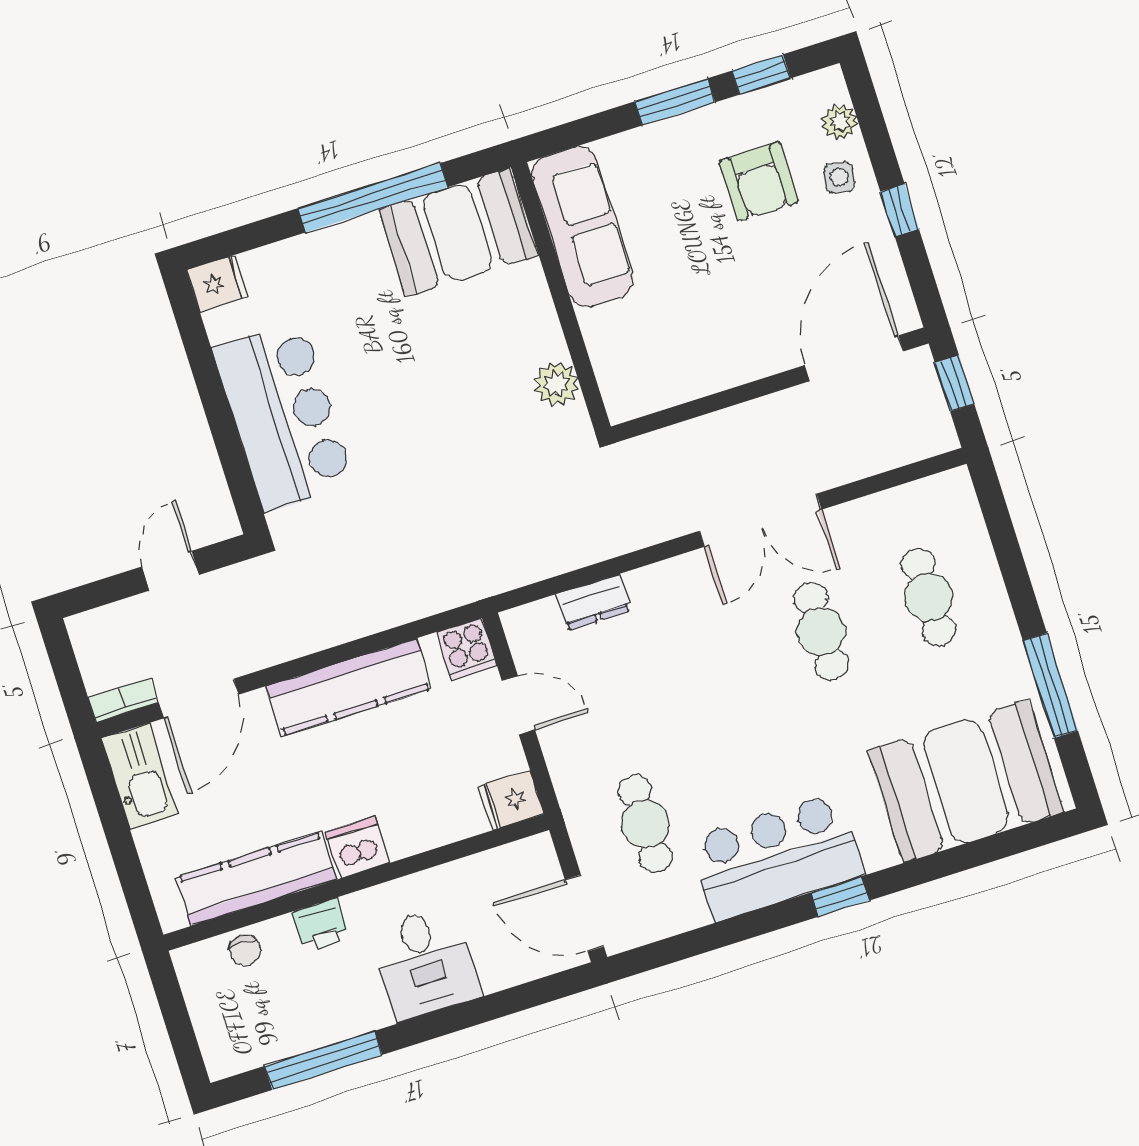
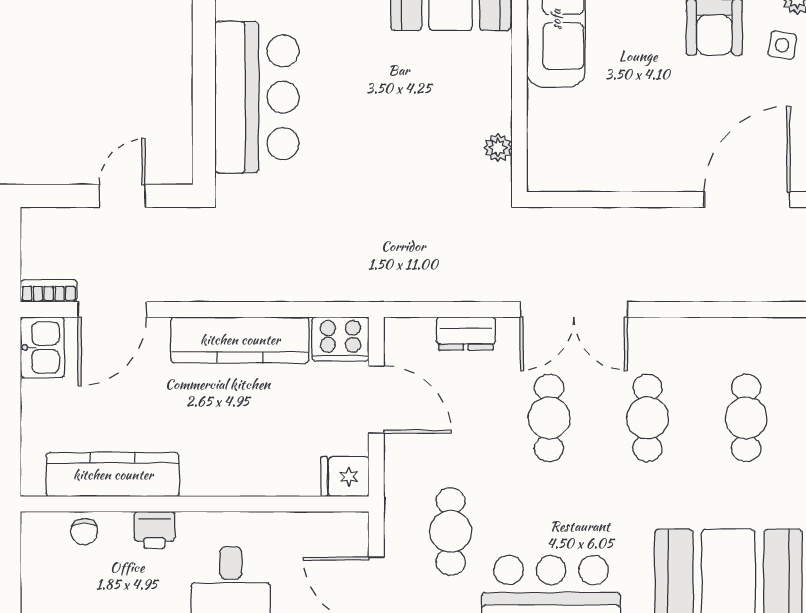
plant: (556, 384) -> (498, 148), width x0.73, depth x0.73
double door: (760, 520) -> (574, 310), moved
cooker: (467, 649) -> (340, 339), width x1.36
cafe table: (713, 665) -> (549, 418), added
door: (518, 705) -> (376, 400), width x1.37
kitchen sink: (140, 776) -> (42, 347), width x0.73
dishwasher: (357, 847) -> (205, 475), removed

